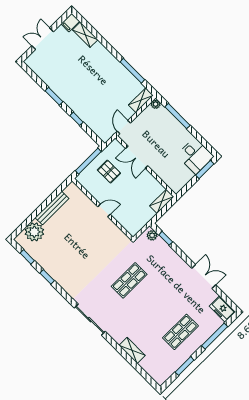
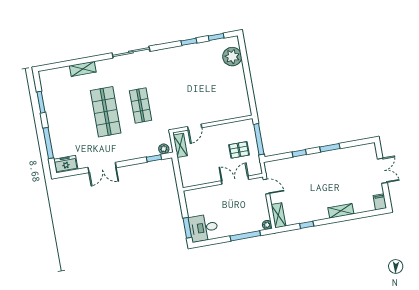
shelving: (85, 35) -> (341, 211), moved
window: (132, 71) -> (307, 225), width x0.46
shelving: (162, 201) -> (180, 145), moved
bench: (52, 208) -> (241, 84), removed
door: (104, 210) -> (195, 127), moved
shop shelf: (180, 332) -> (106, 112), moved, width x1.43, depth x1.36

